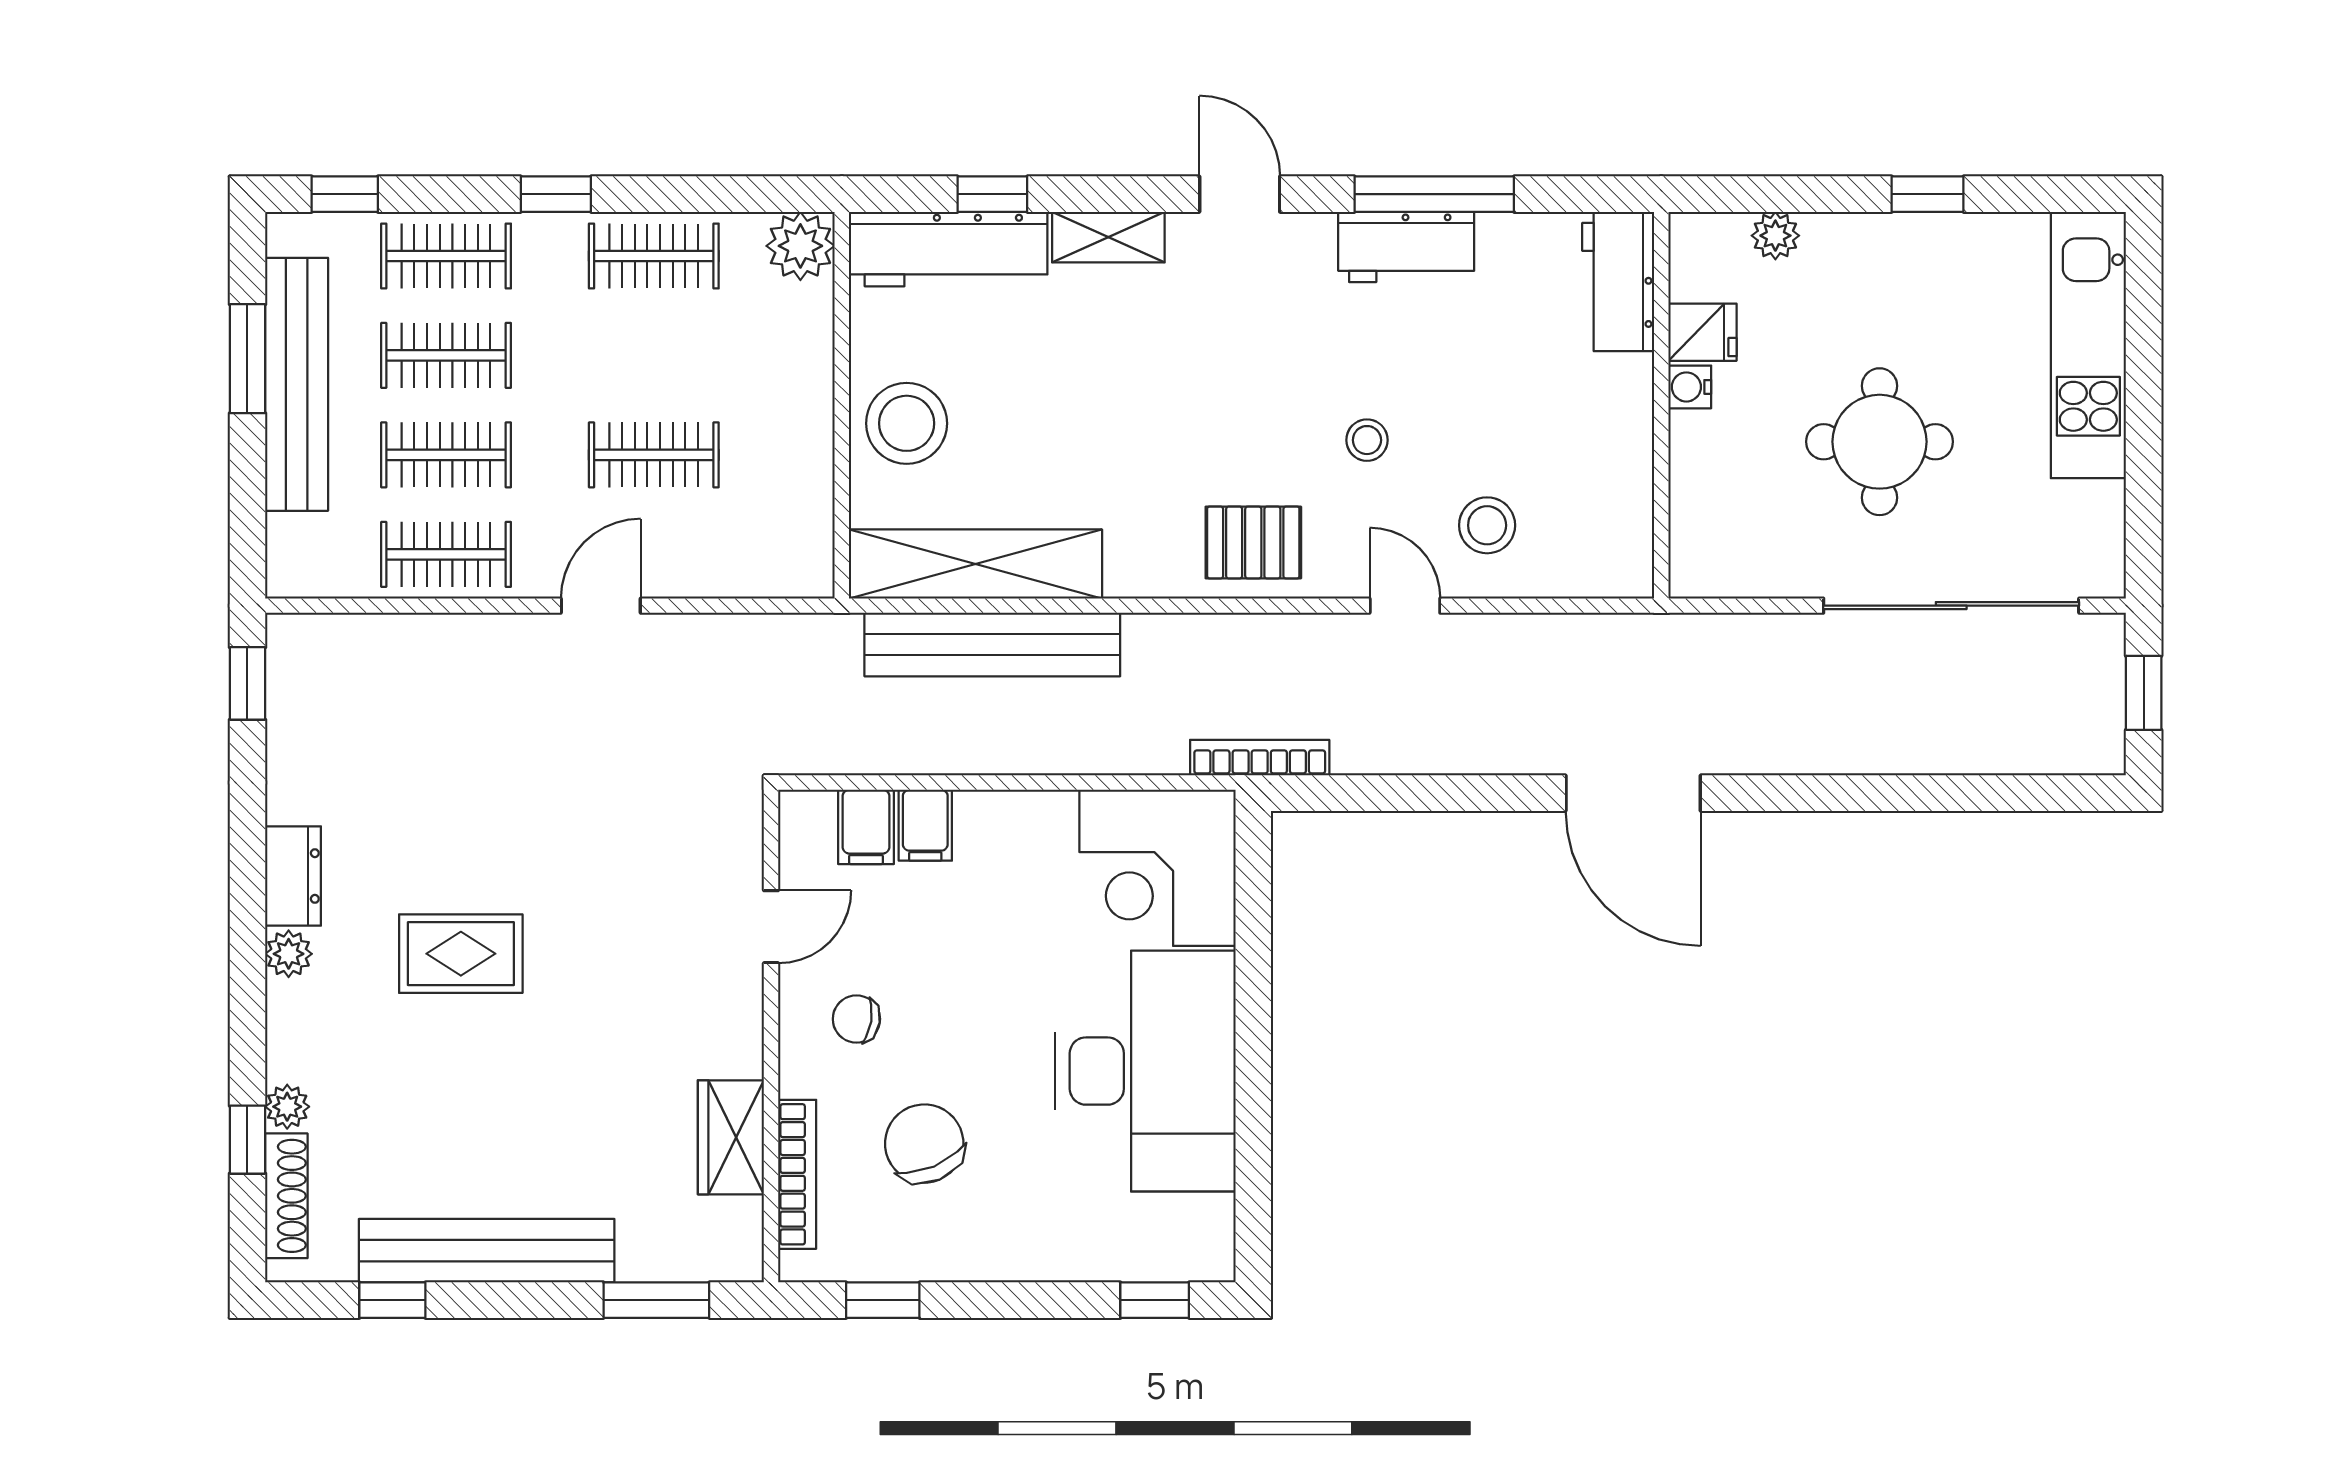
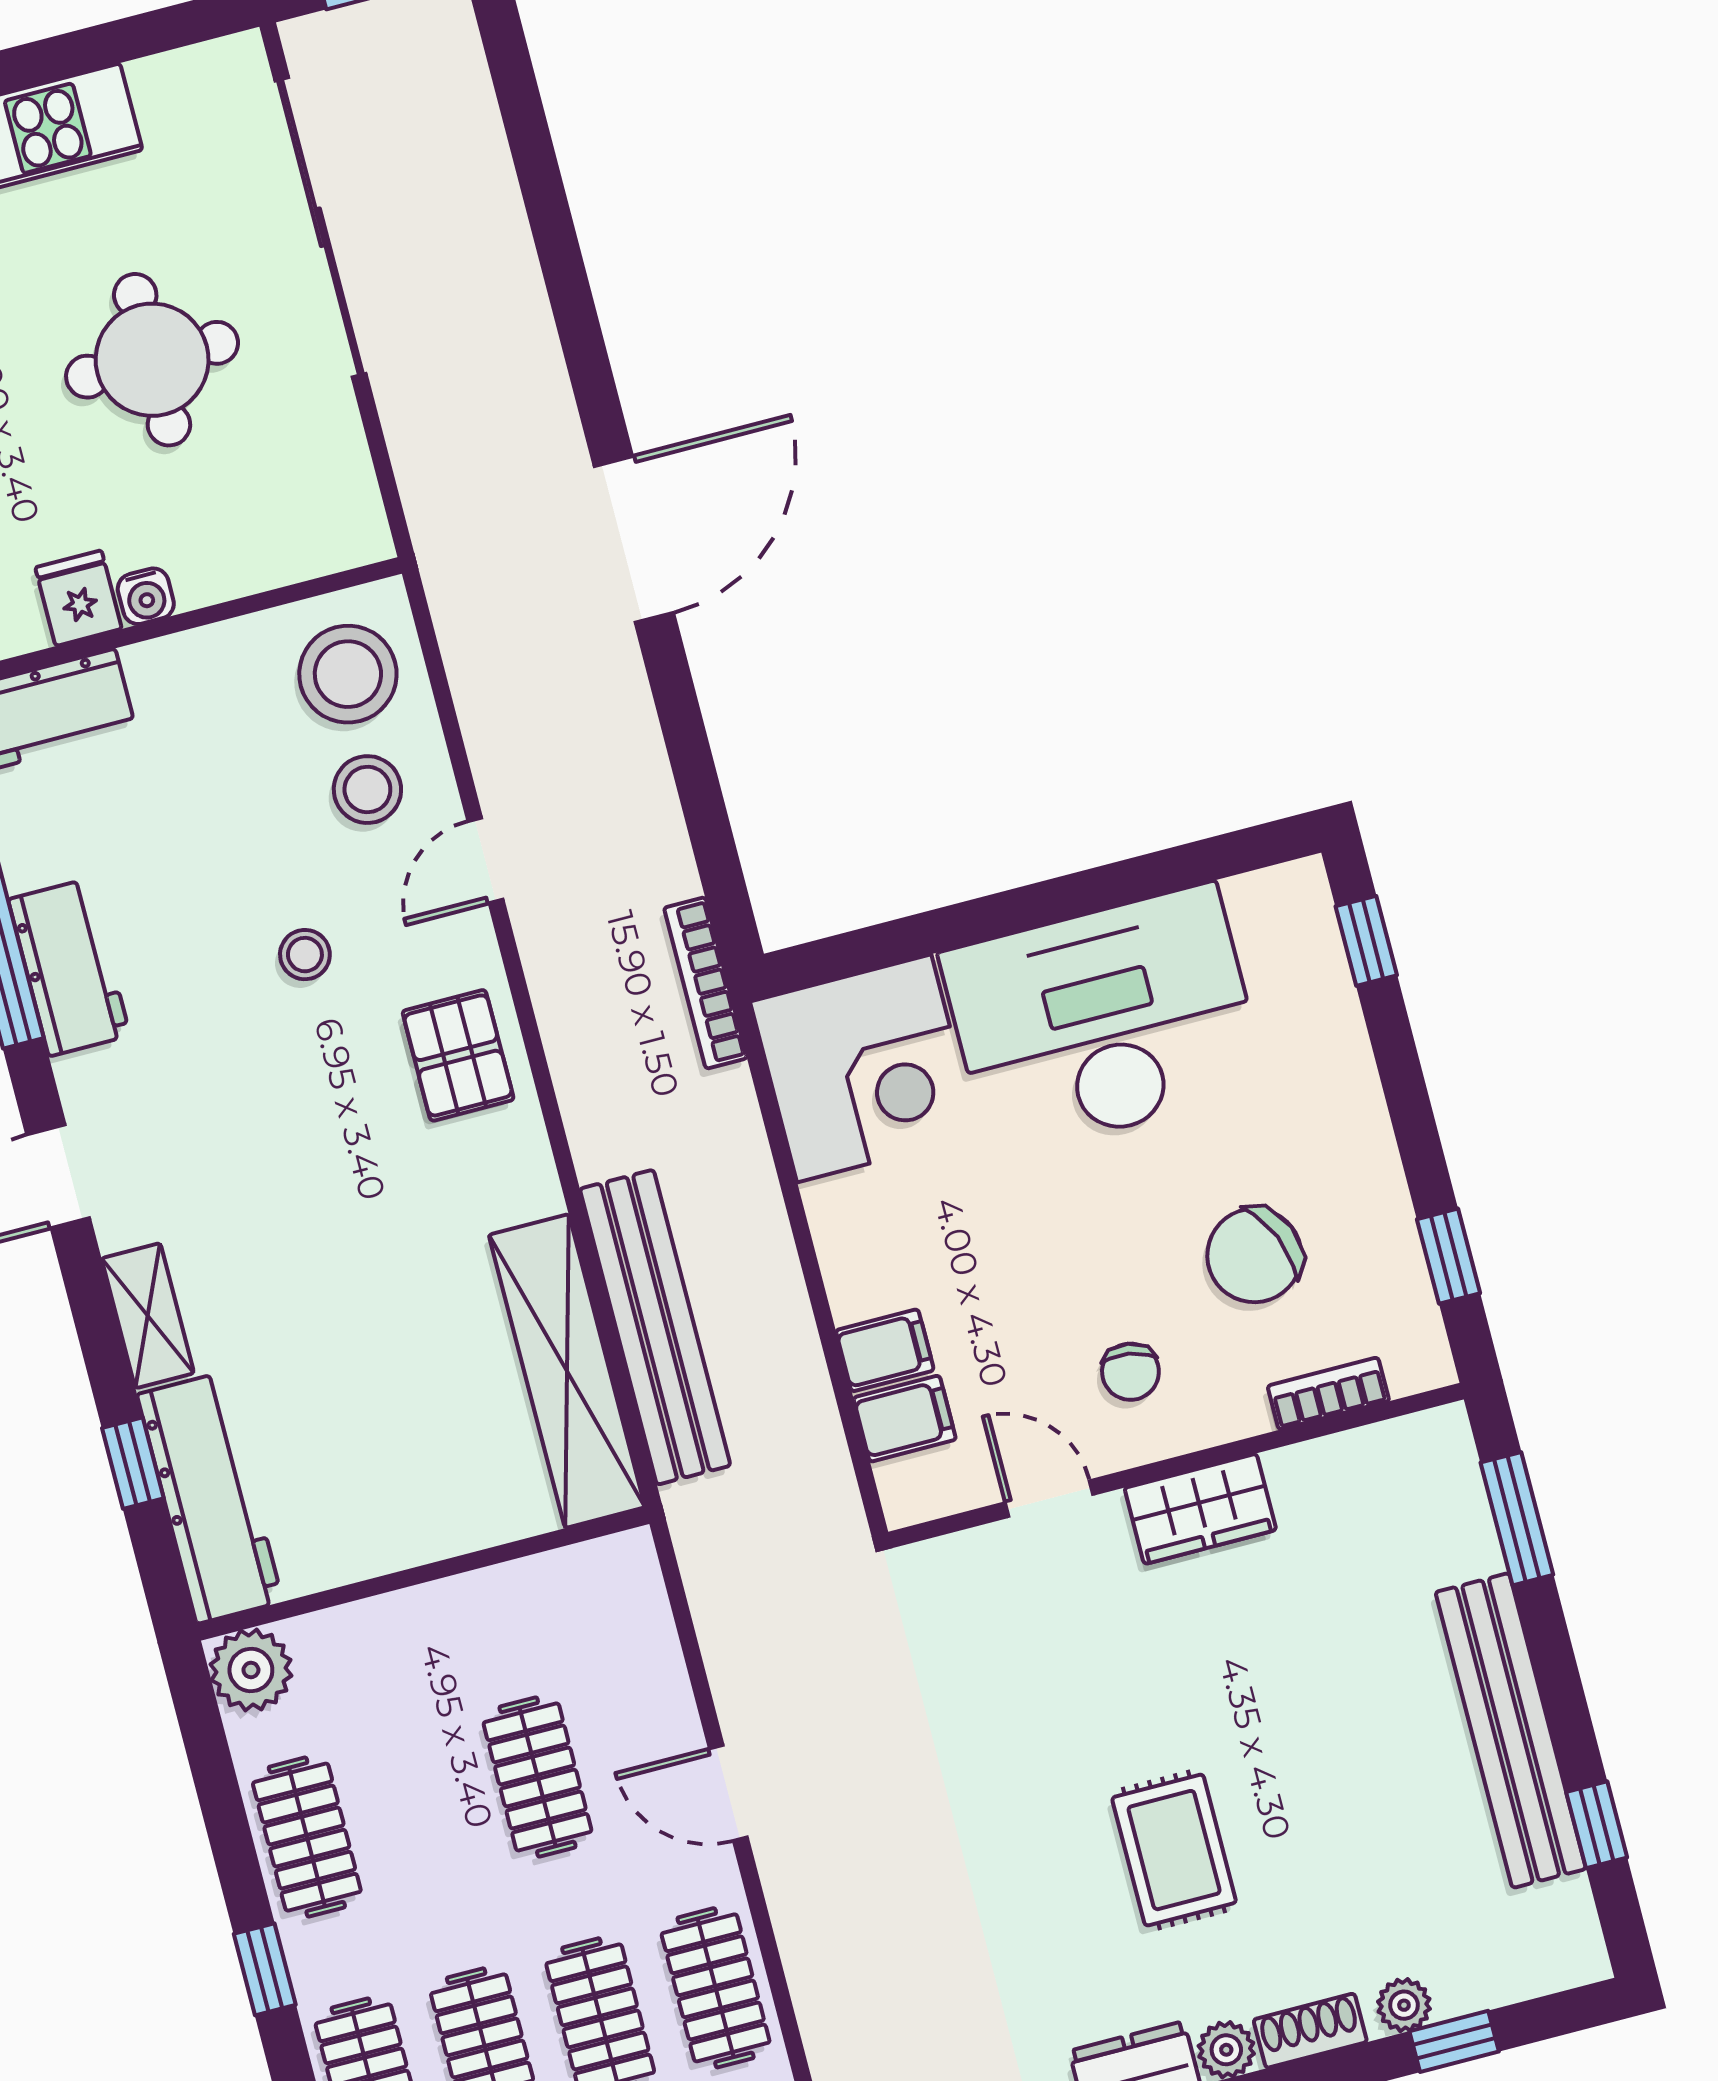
stool: (907, 423) -> (348, 674), moved
wardrobe: (731, 1137) -> (1200, 1509), moved
bookcase: (797, 1174) -> (1328, 1393), width x0.64
shoe rack: (286, 1196) -> (1310, 2031), moved, width x0.70

